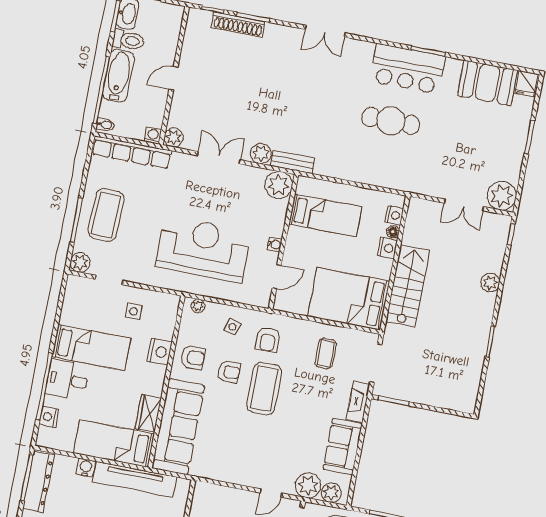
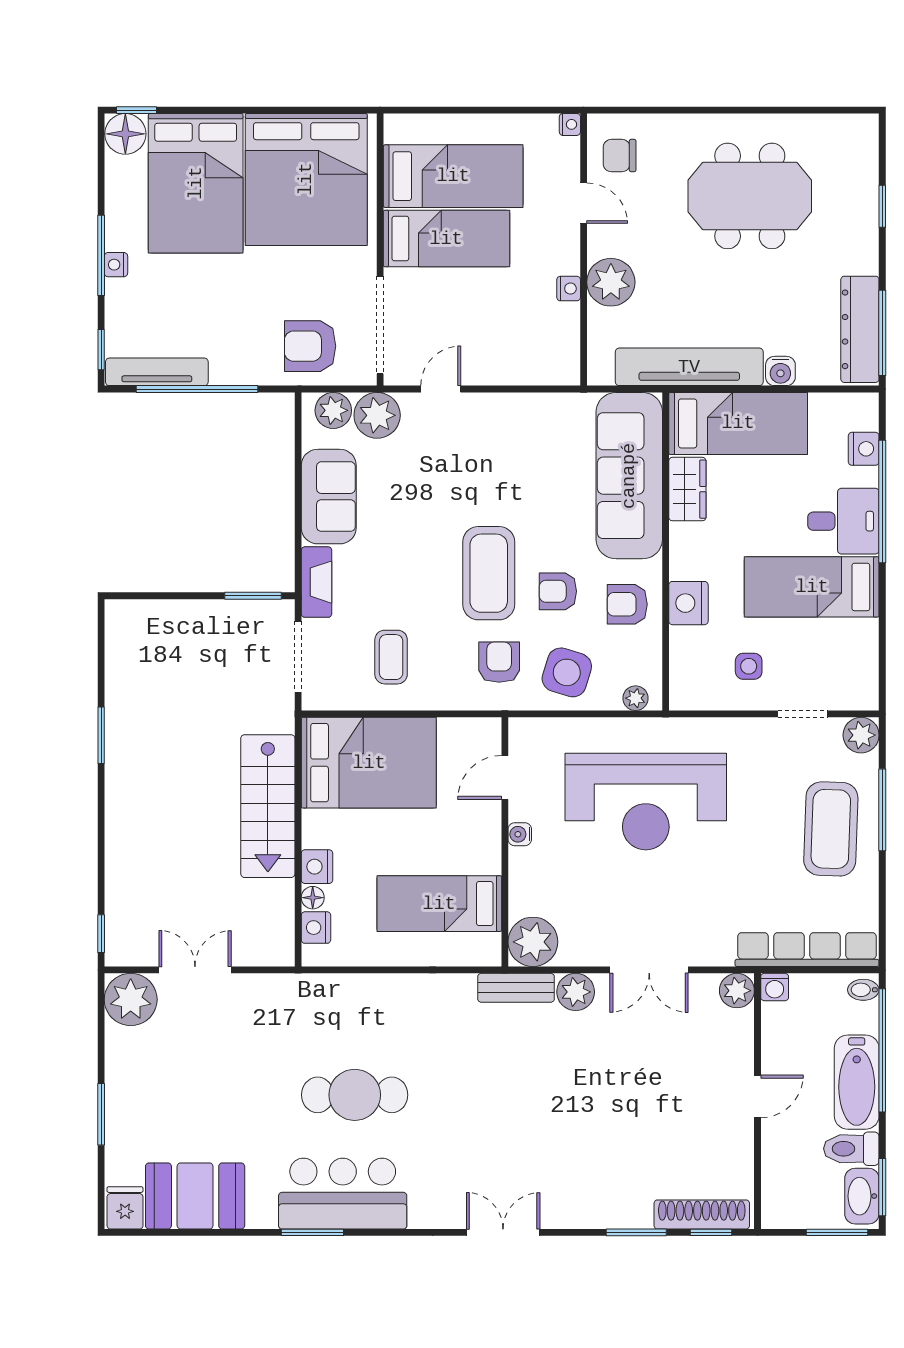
shoe rack: (238, 25) -> (702, 1214), moved
plant: (490, 283) -> (122, 840), removed
side table: (232, 327) -> (567, 672), width x1.87, depth x1.87

